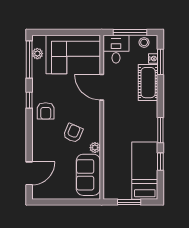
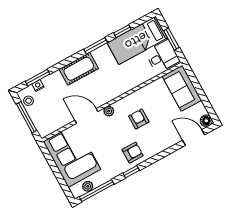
desk: (116, 49) -> (162, 56), moved, turned 180
cot: (148, 83) -> (79, 69), moved
door: (102, 87) -> (86, 116), swing flipped
armchair: (73, 133) -> (139, 119), turned 67
plant: (95, 148) -> (109, 111), moved
sofa: (88, 175) -> (182, 88), moved, turned 90
floor lamp: (38, 193) -> (206, 121), added

